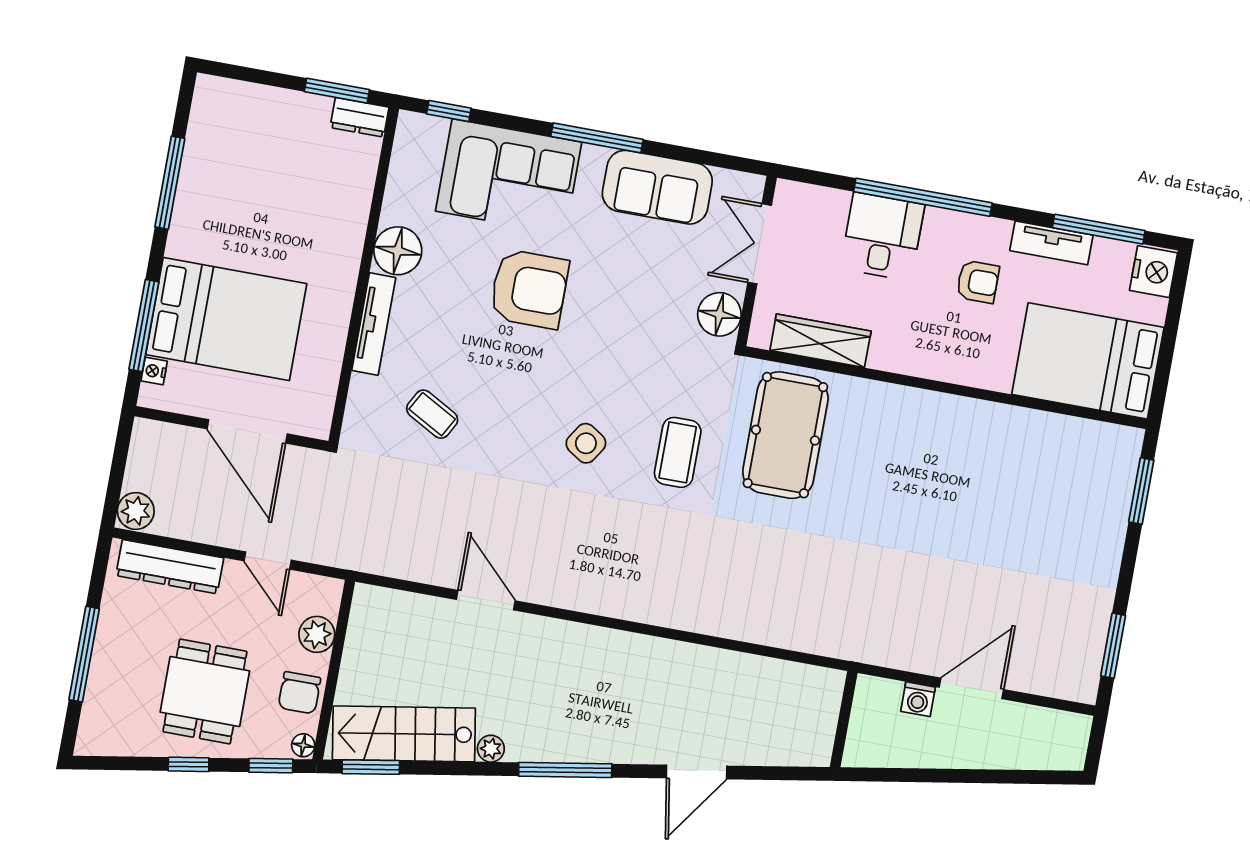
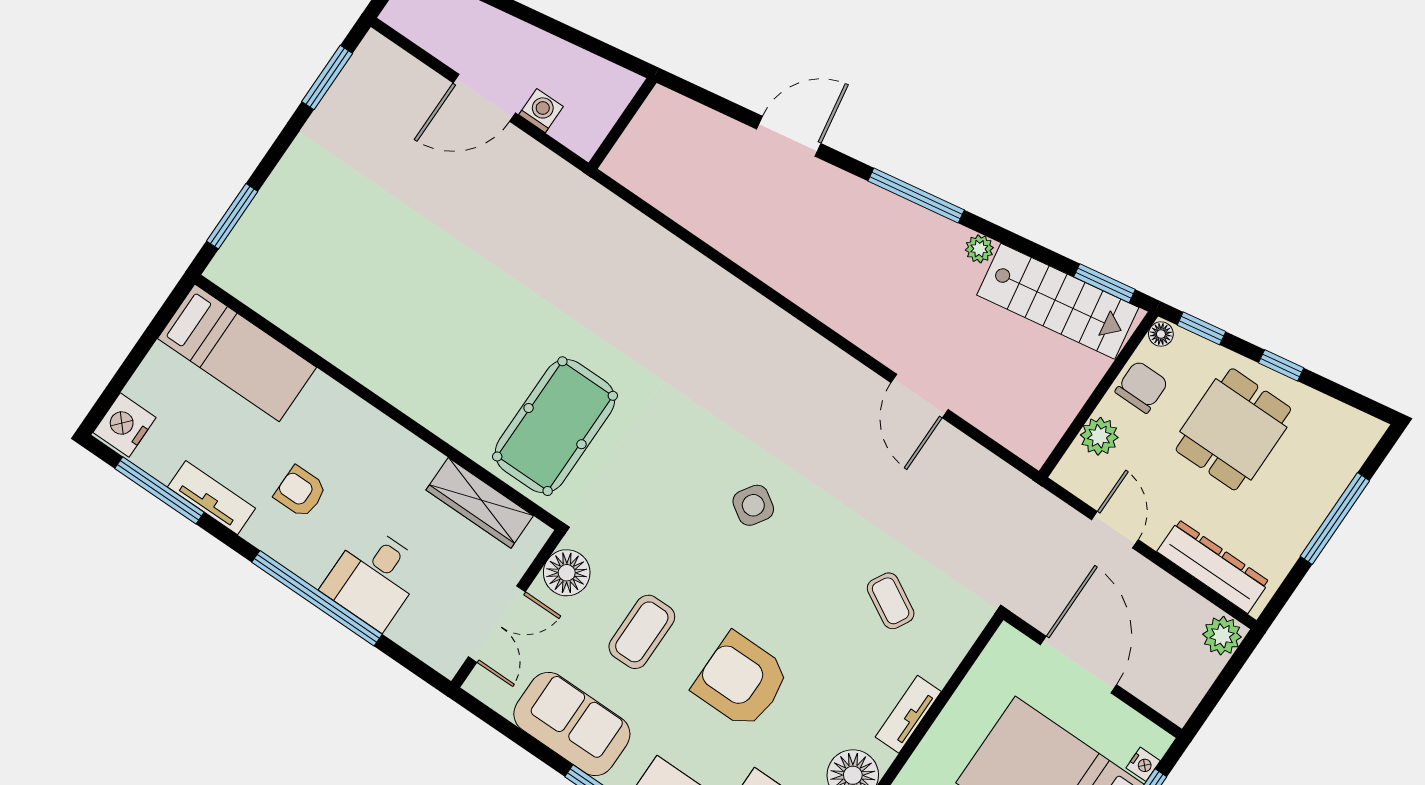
tv unit: (374, 324) -> (908, 714), width x0.71
bed: (1088, 361) -> (237, 353), width x0.67
coffee table: (678, 452) -> (642, 632), moved

